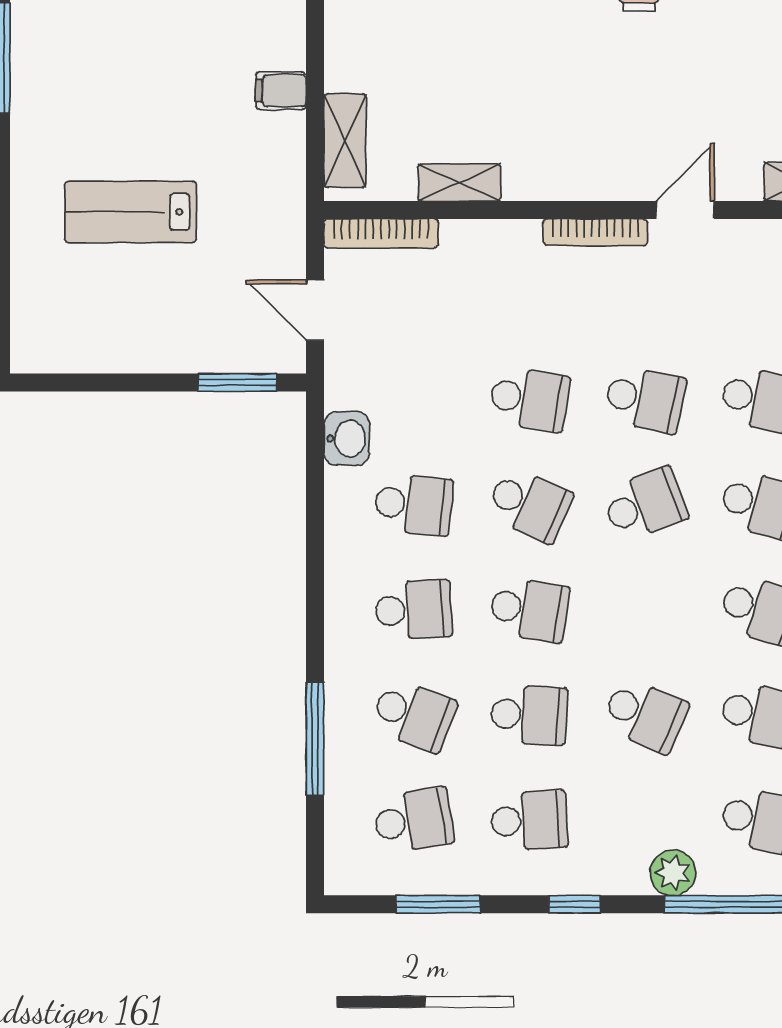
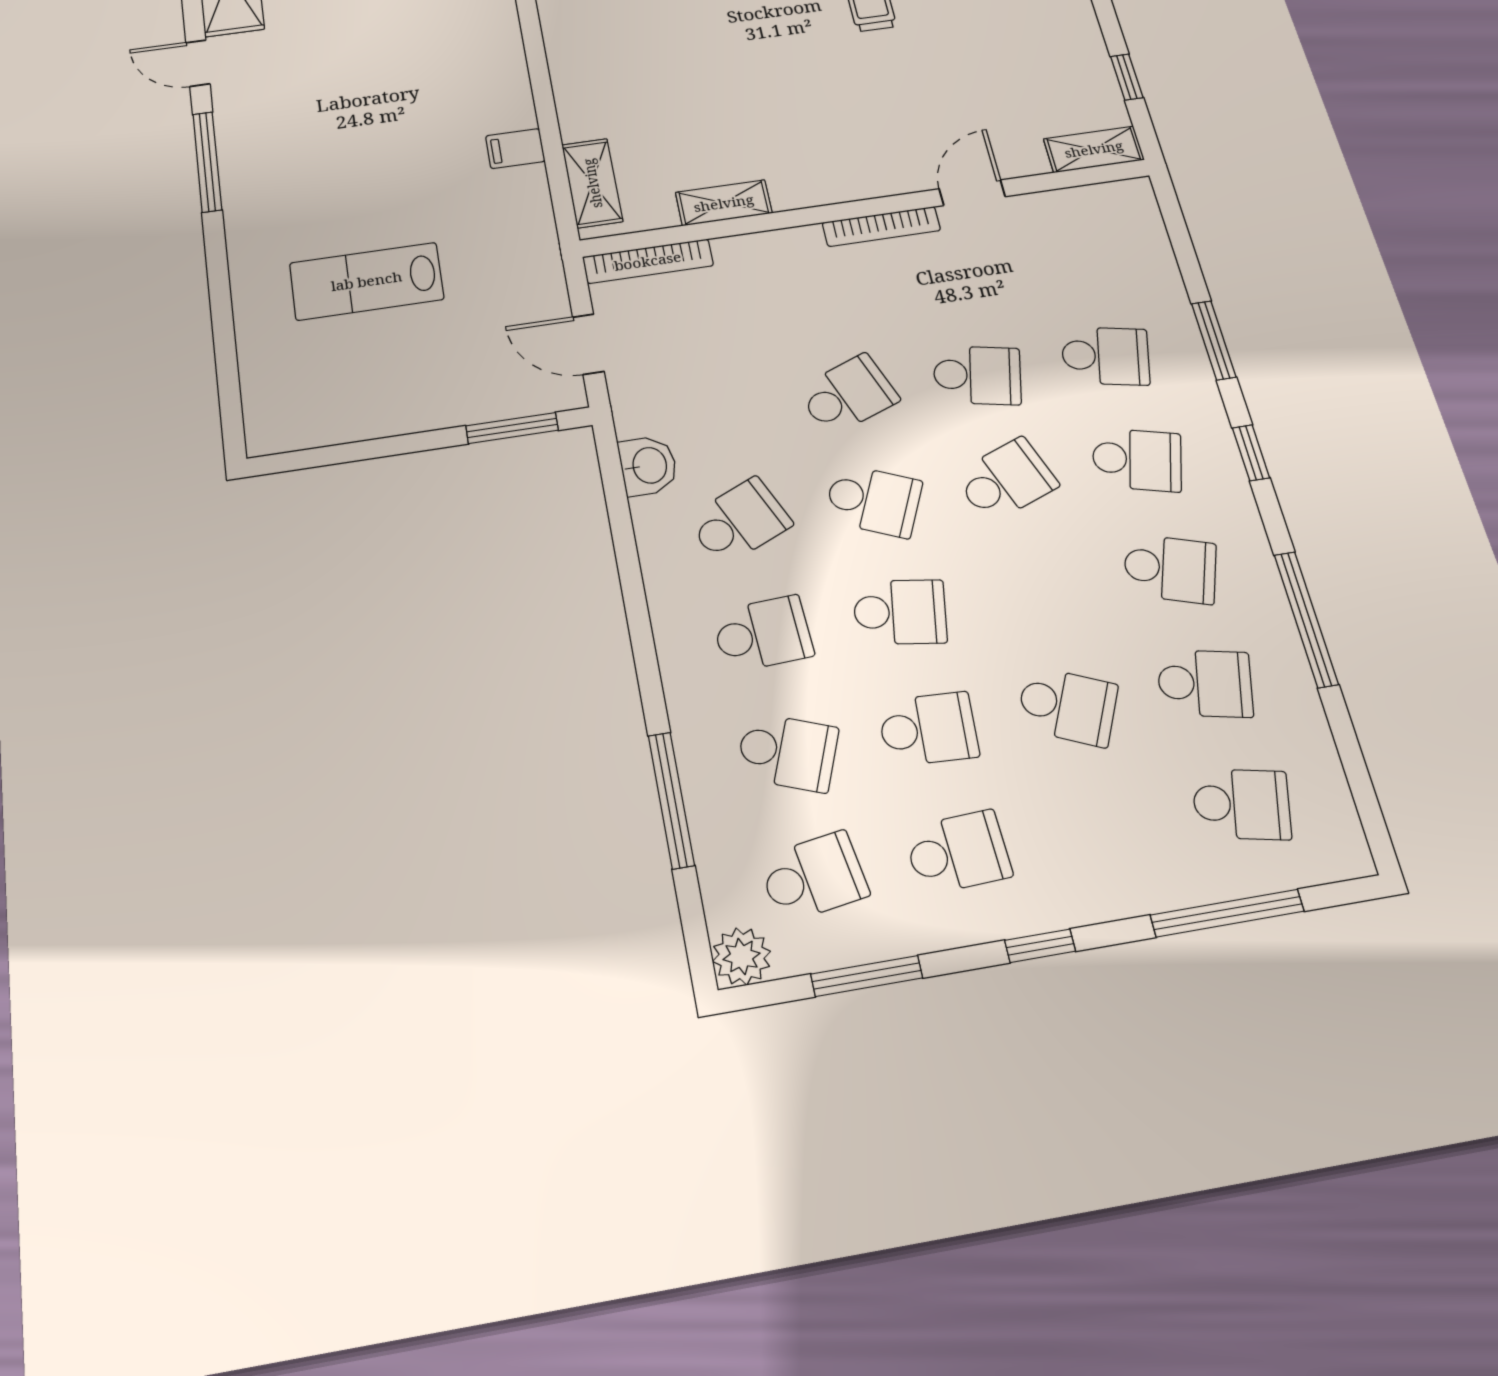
school desk: (529, 399) -> (848, 395), turned -30
school desk: (413, 505) -> (739, 521), turned -30
plant: (673, 873) -> (742, 956), moved

